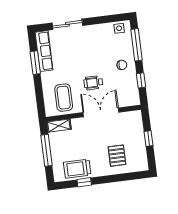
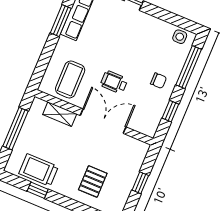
shelving: (59, 126) -> (60, 114), moved

